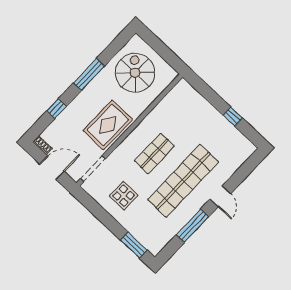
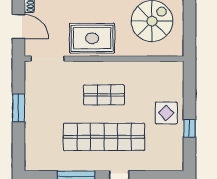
display table: (124, 196) -> (166, 113), moved
window: (134, 245) -> (18, 108), moved

